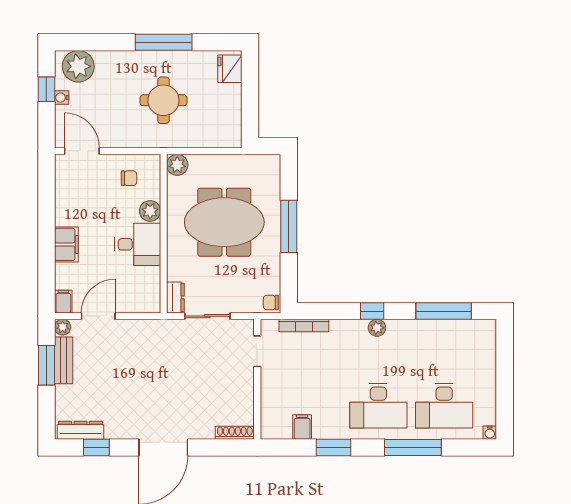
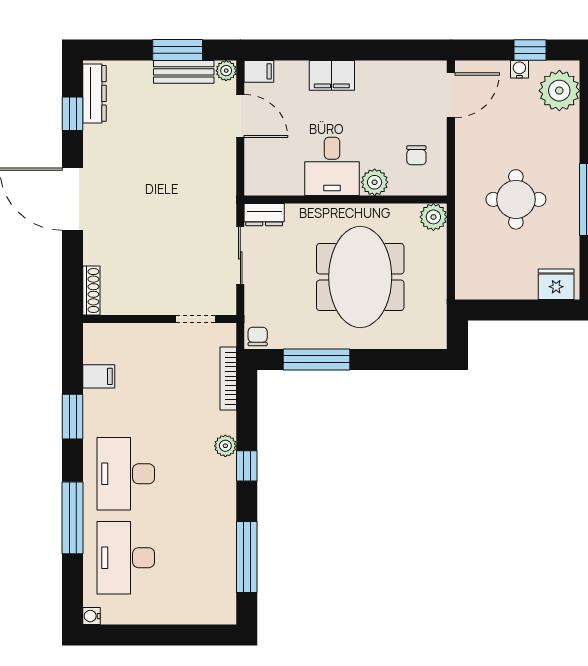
window: (289, 226) -> (317, 359), moved
plant: (377, 328) -> (225, 446), moved

